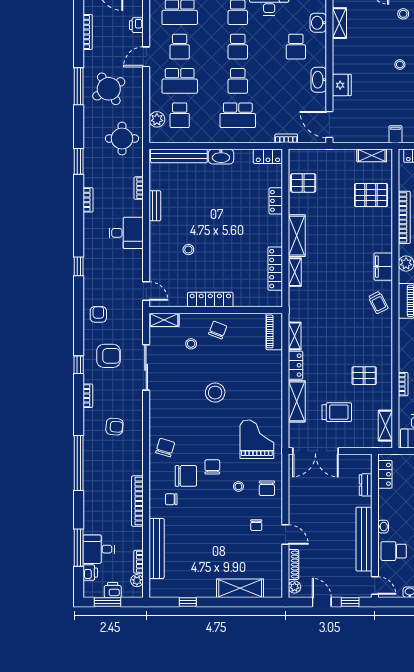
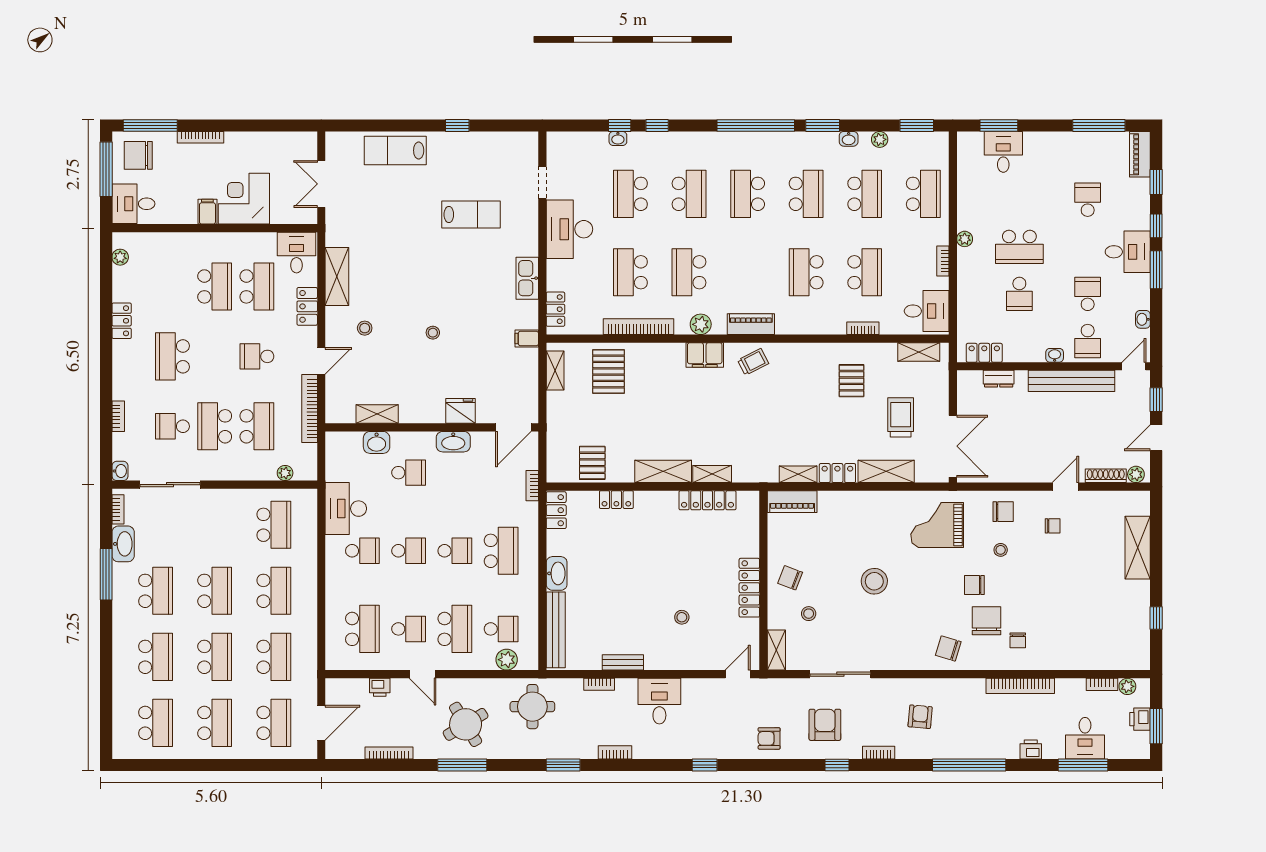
bench: (157, 548) -> (1084, 660), removed
printer: (90, 573) -> (1031, 749), moved

